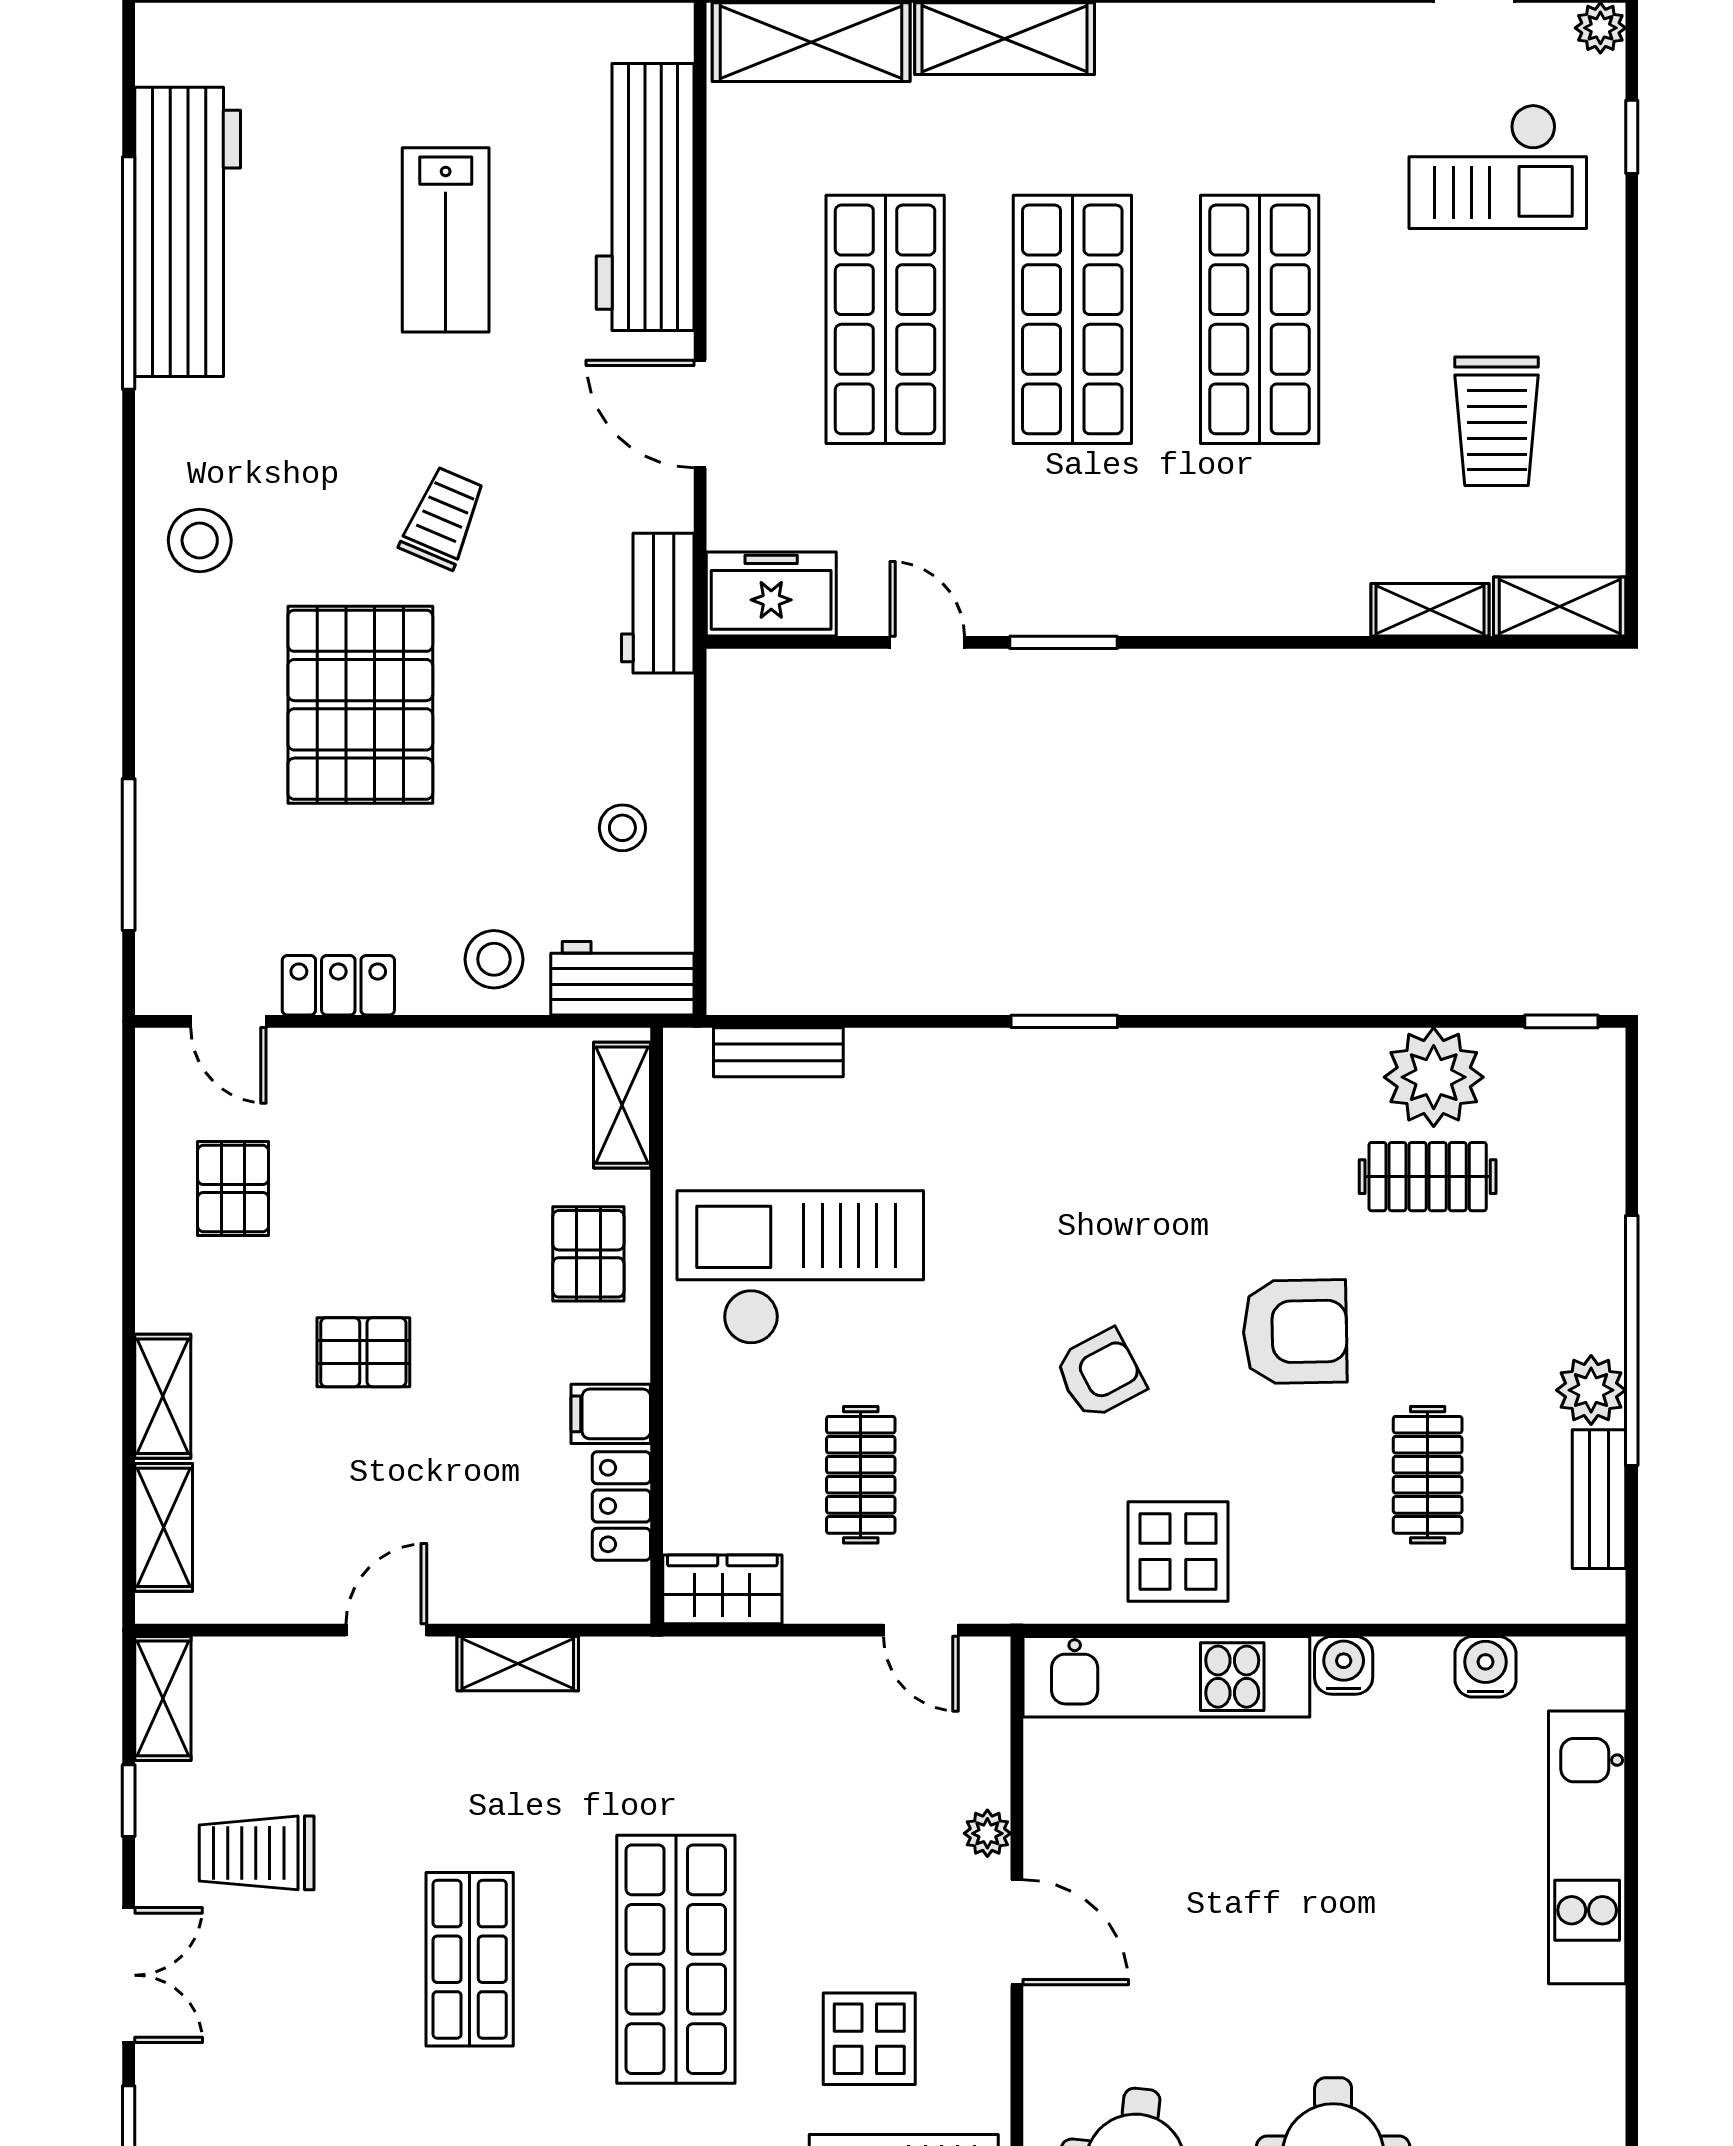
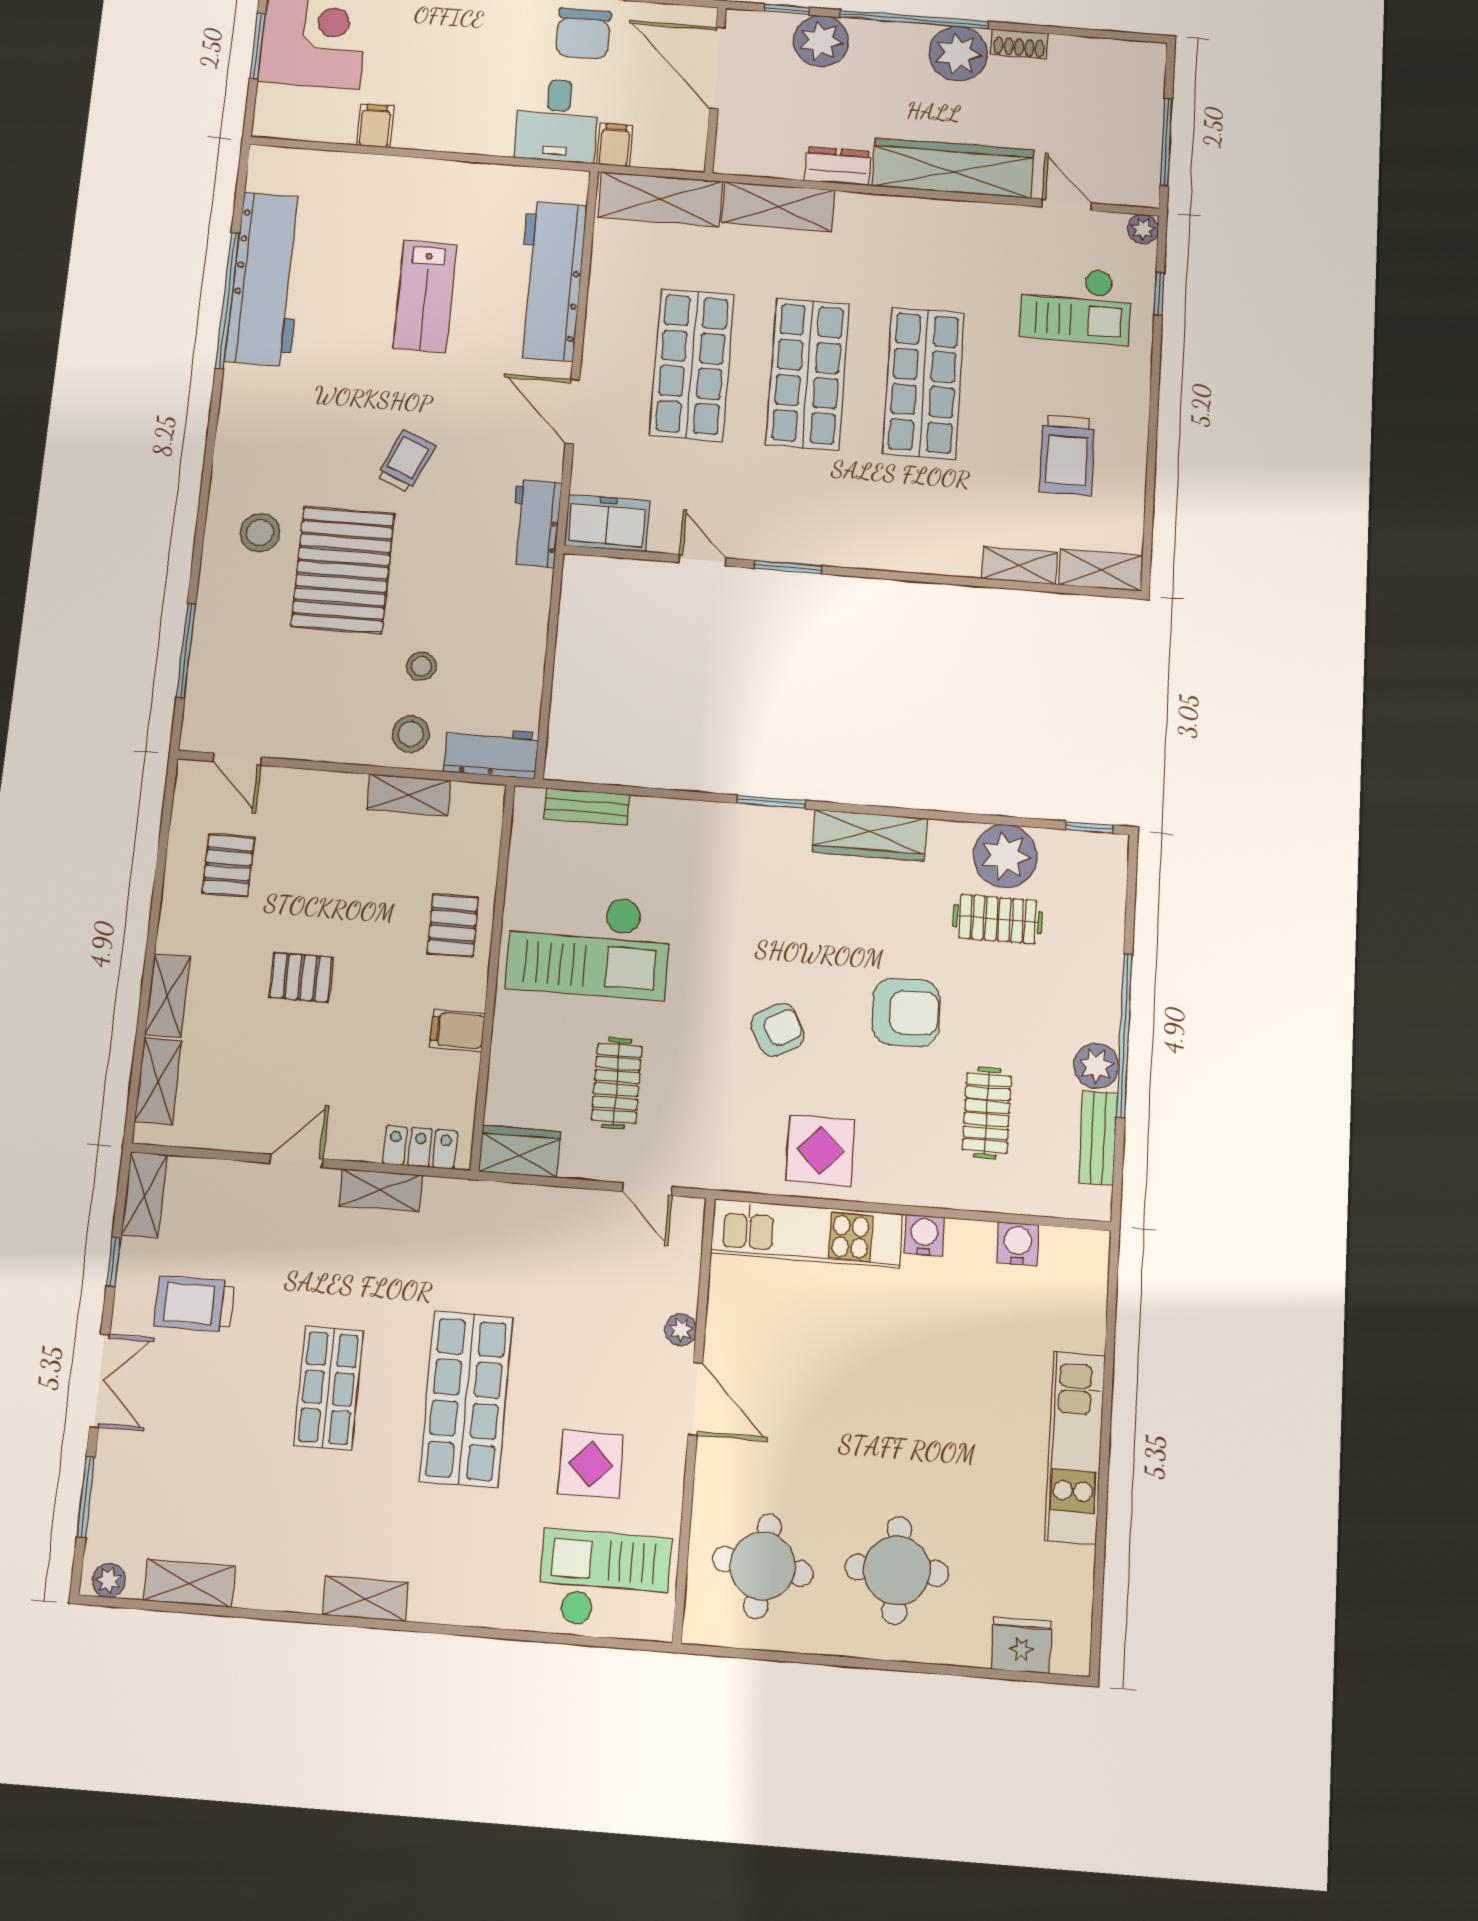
stool: (200, 540) -> (260, 533), moved
stool: (622, 828) -> (421, 666), moved
locker: (338, 985) -> (310, 742), removed
wardrobe: (1221, 1061) -> (870, 835), added
shelving: (622, 1105) -> (409, 795), moved, turned 90
checkout: (800, 1268) -> (589, 945), turned 180
locker: (621, 1506) -> (420, 1147), moved, turned 90
kitchen unit: (1587, 1847) -> (1075, 1447), moved

